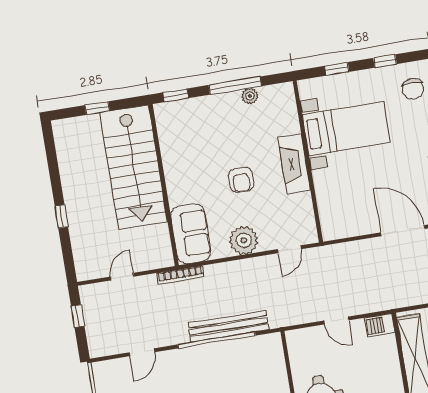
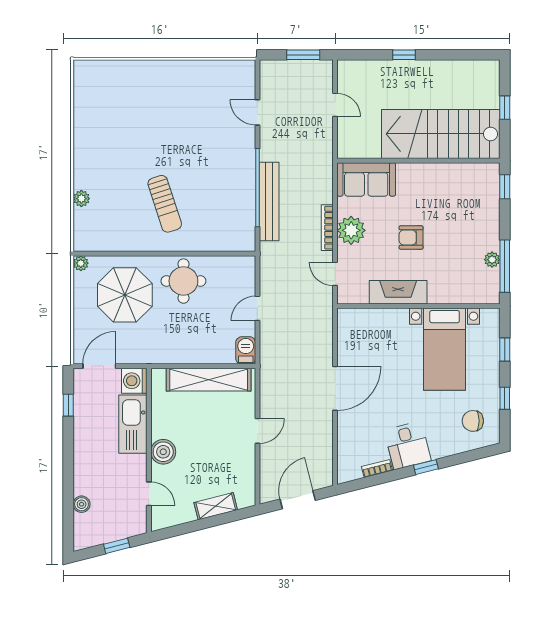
window: (235, 86) -> (505, 266), moved
fireplace: (294, 164) -> (398, 292), moved
bookcase: (180, 275) -> (327, 228), moved
window: (78, 316) -> (303, 55), width x1.50

